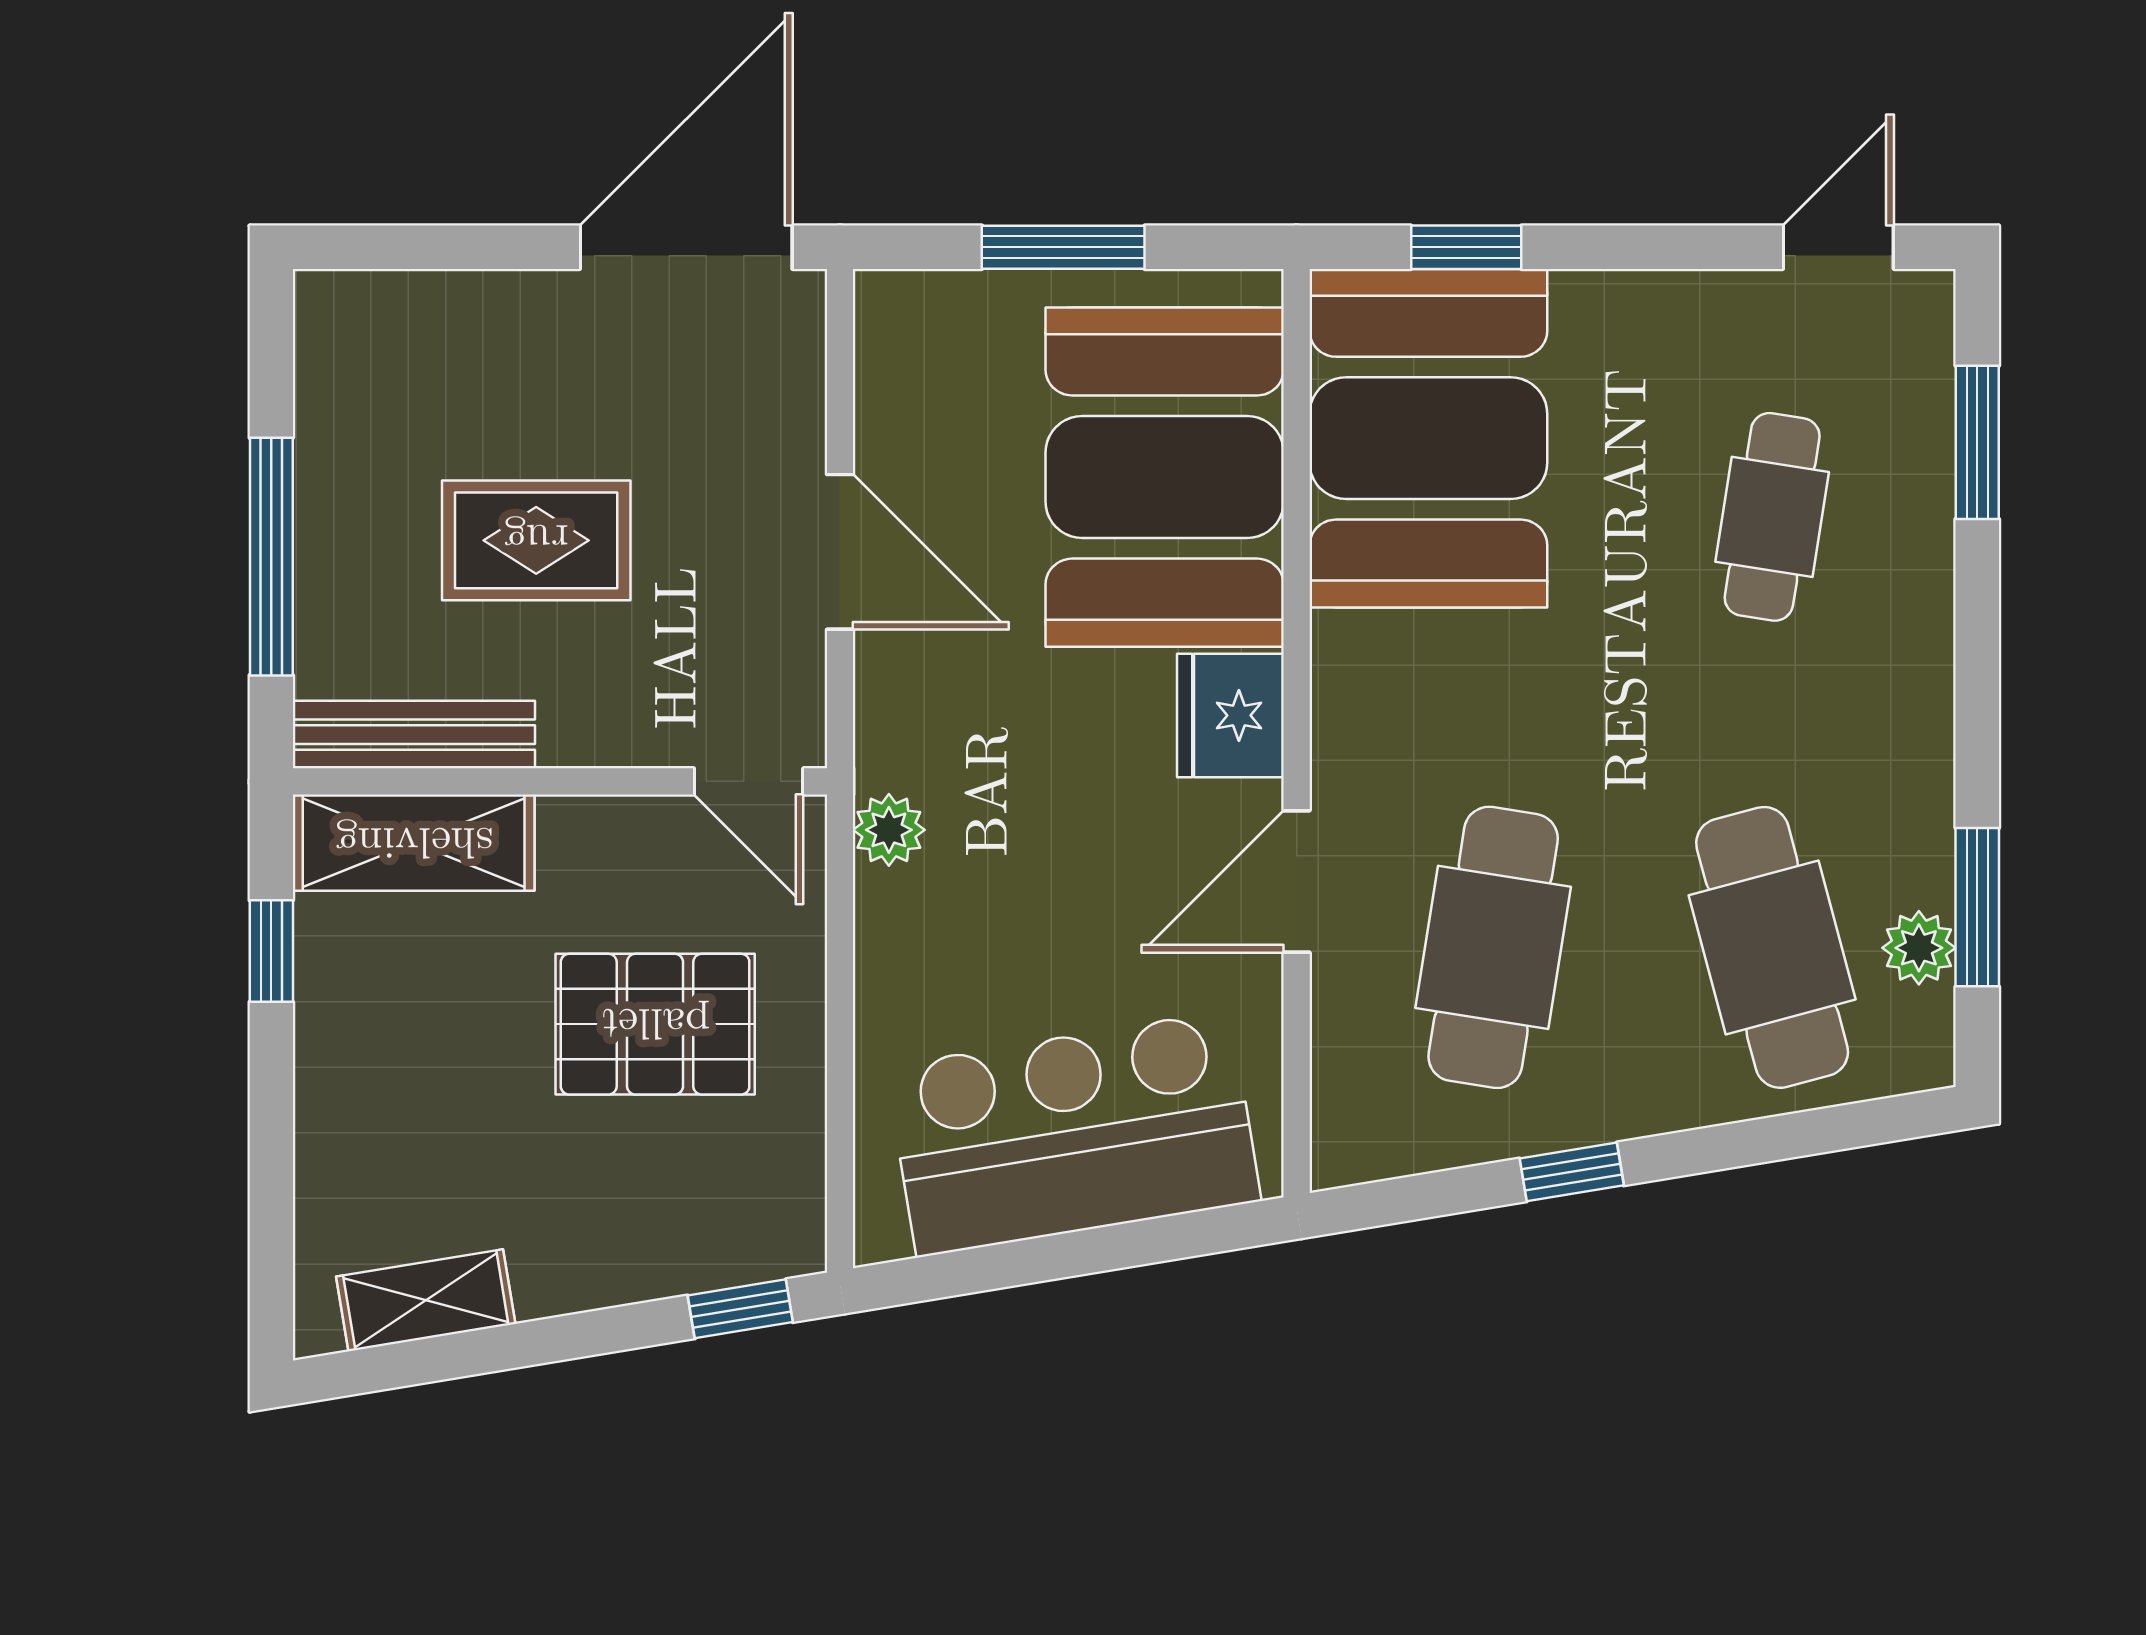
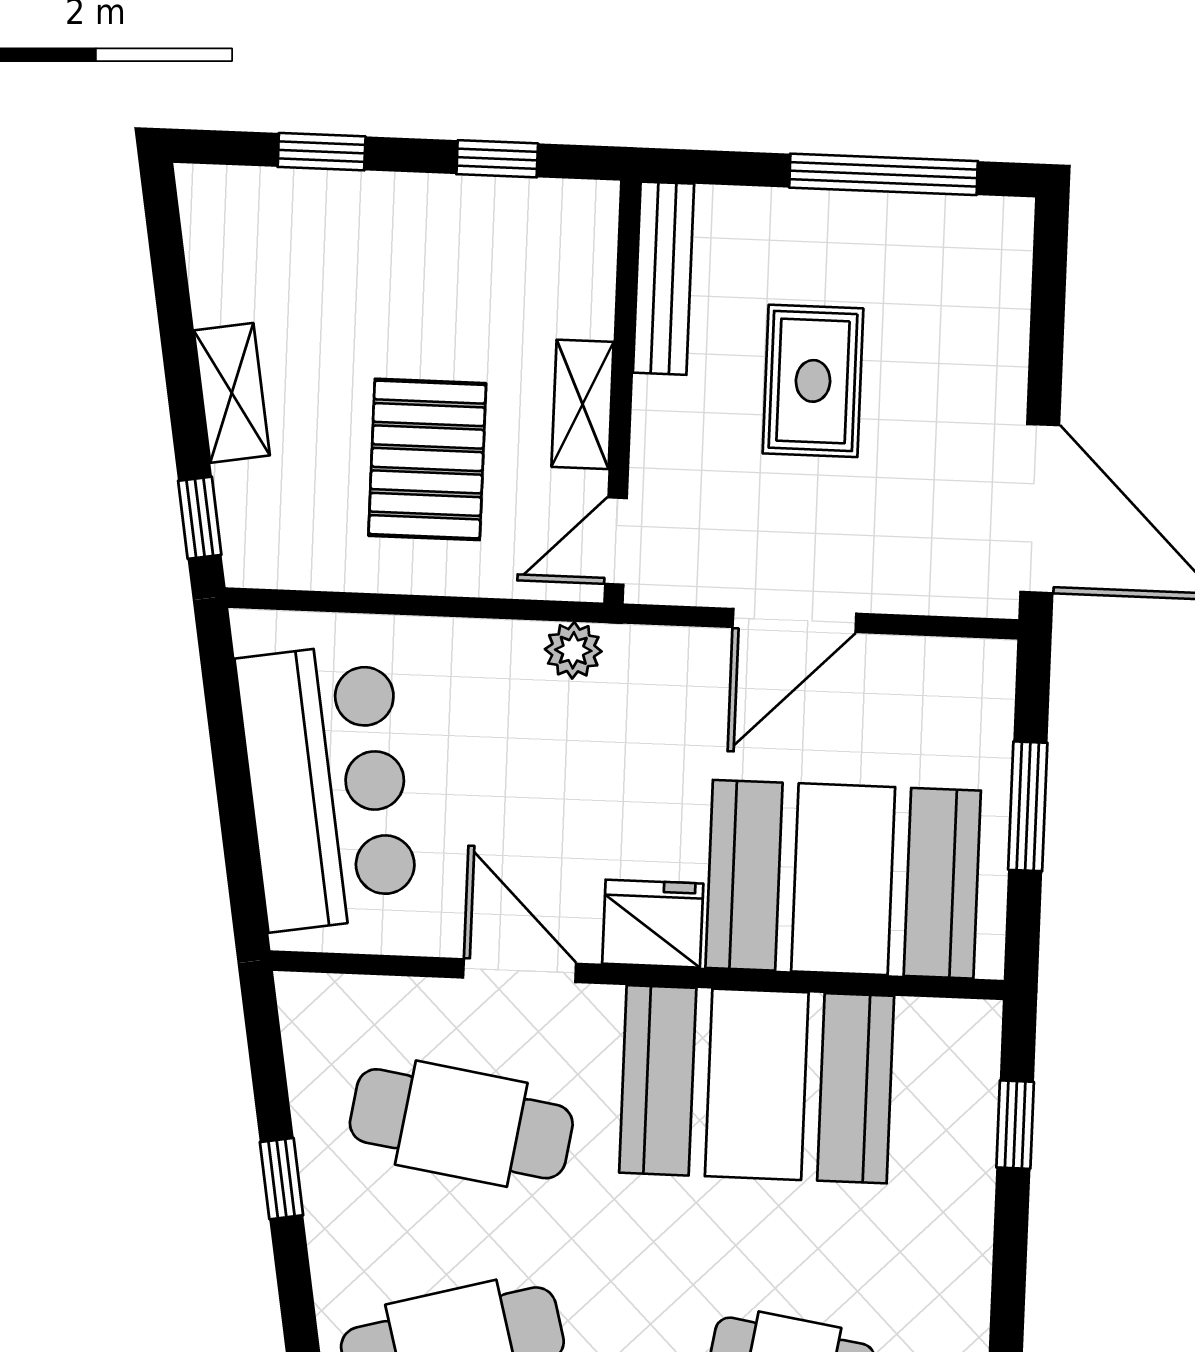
booth: (1428, 438) -> (757, 1084), moved
window: (271, 557) -> (883, 174), moved
shelving: (414, 843) -> (583, 404), moved, width x0.67, depth x0.75
window: (271, 1173) -> (322, 152), added
shelving: (426, 1300) -> (232, 393), moved

